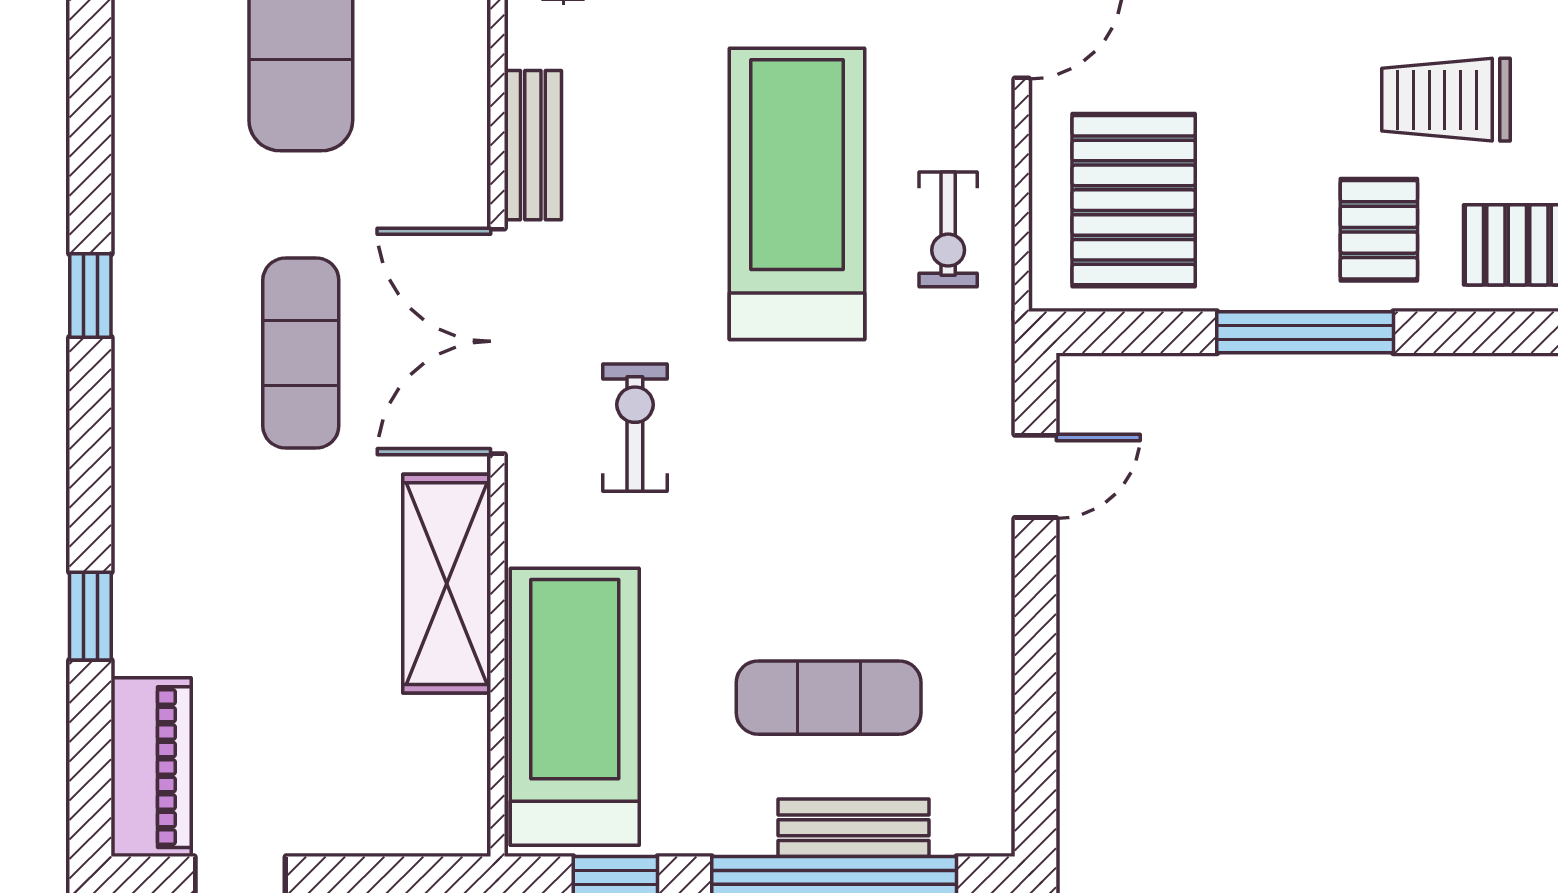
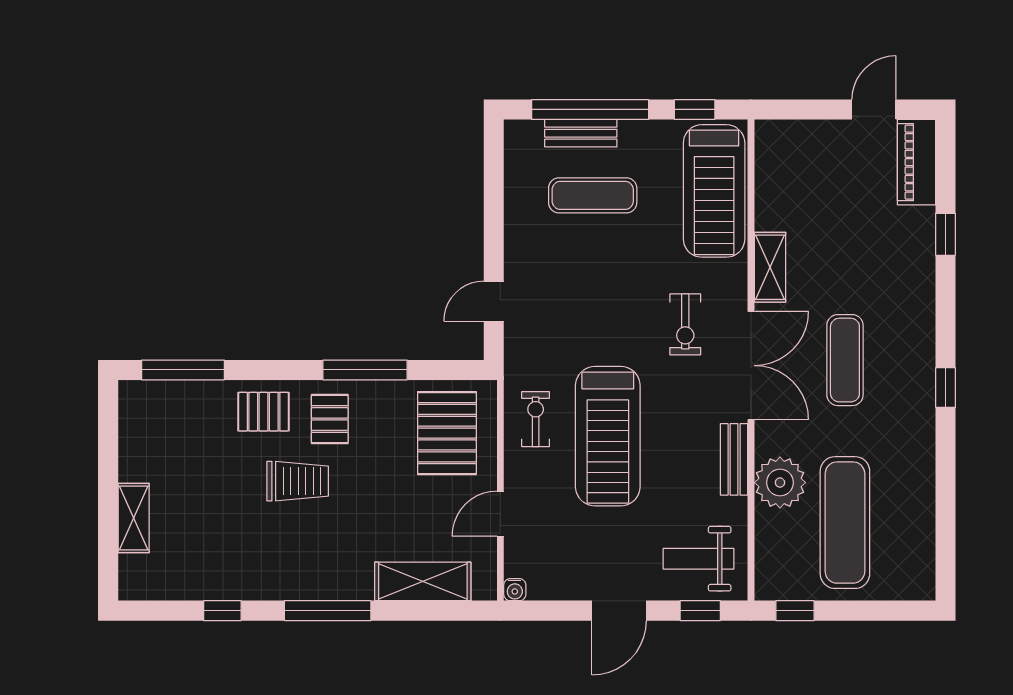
plant: (437, 97) -> (780, 483), added
shelving: (447, 584) -> (770, 267), width x0.67, depth x0.75

